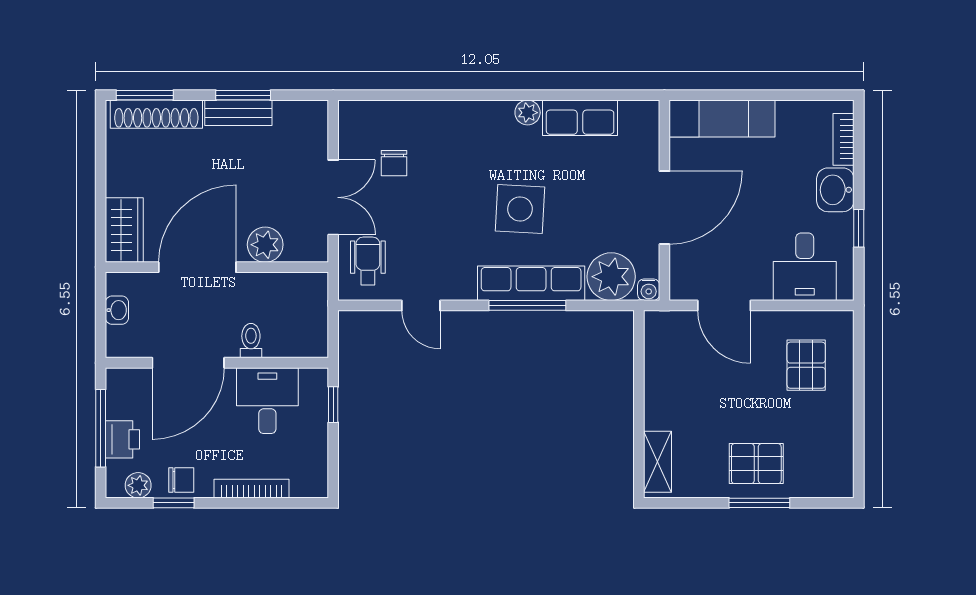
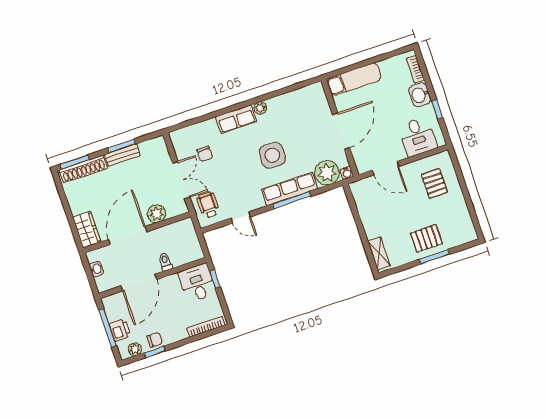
row of seats: (580, 118) -> (236, 119), moved
desk: (267, 401) -> (197, 283), moved
bookcase: (251, 489) -> (206, 327), moved

